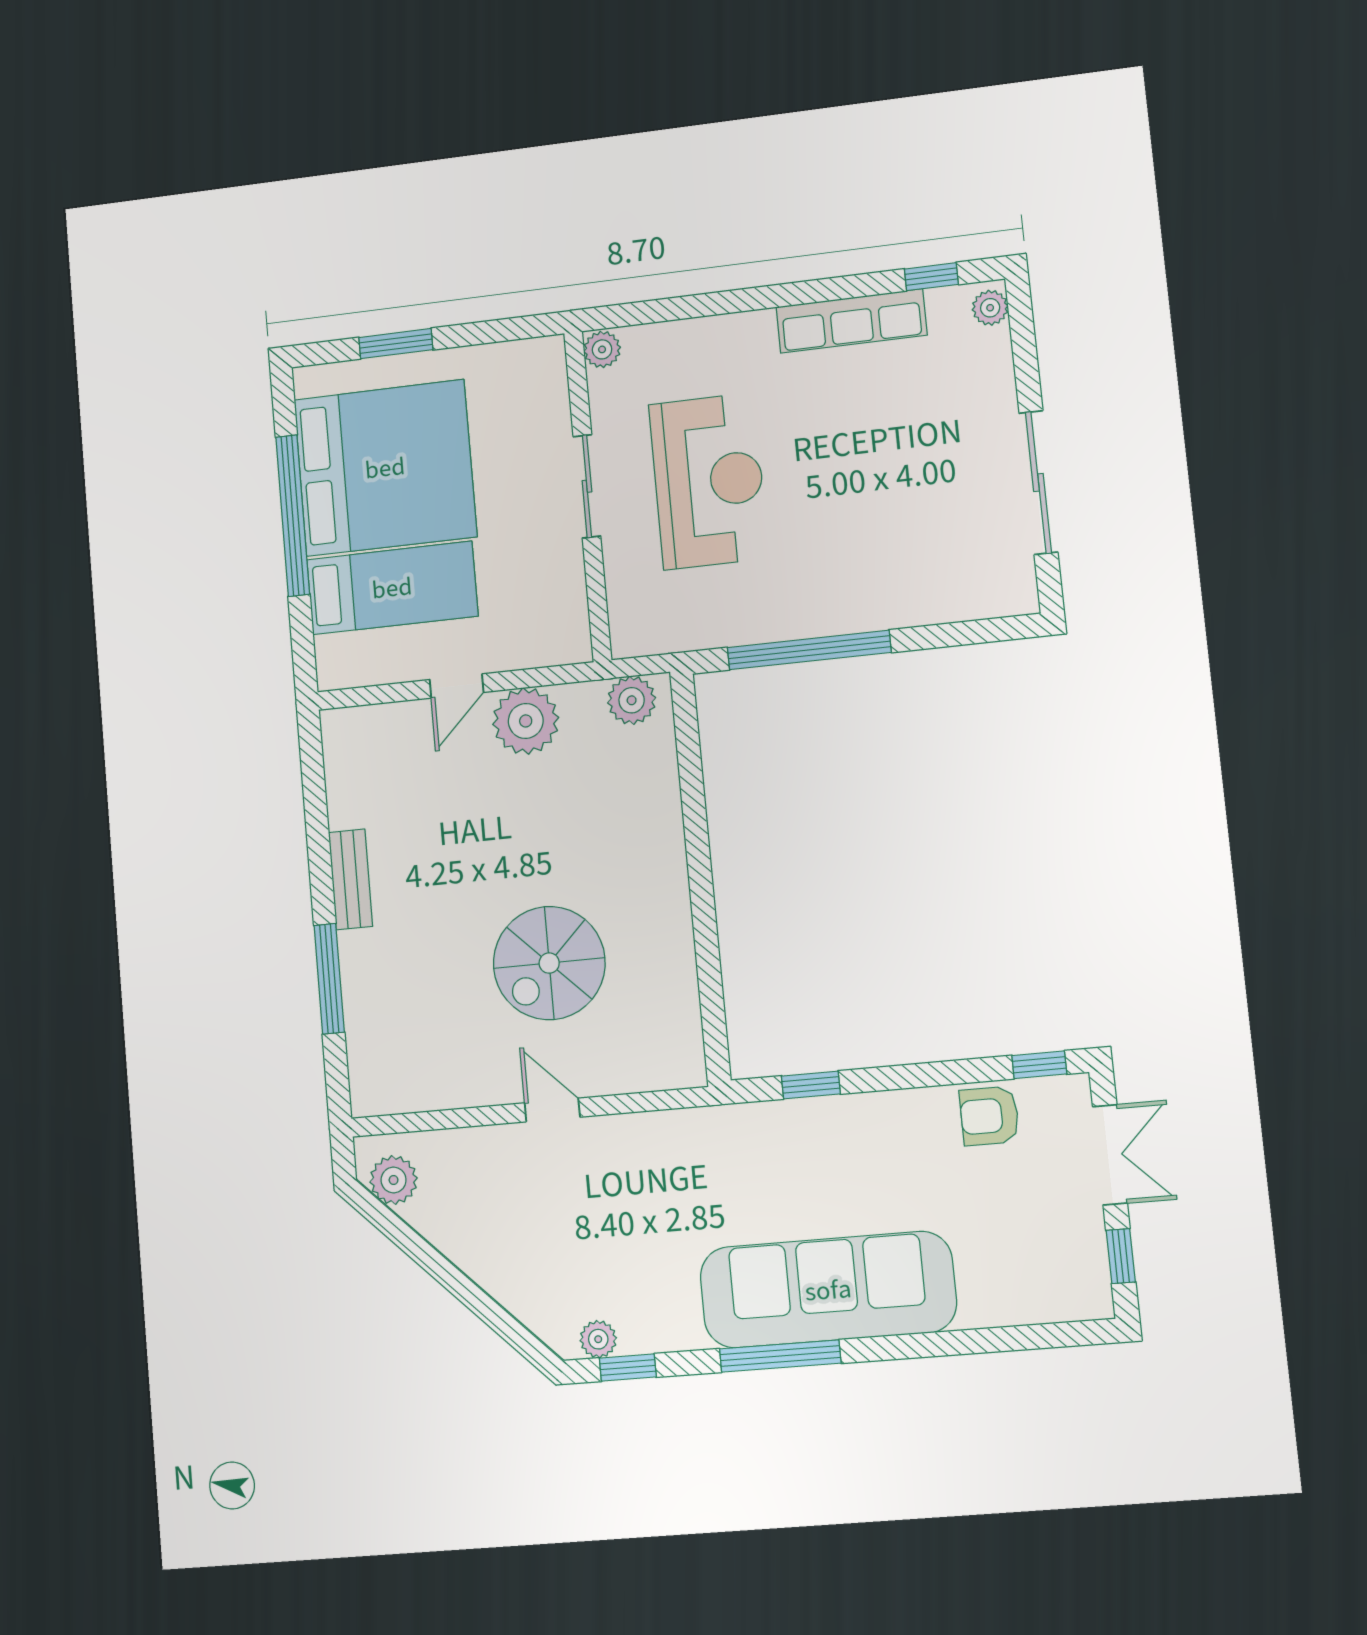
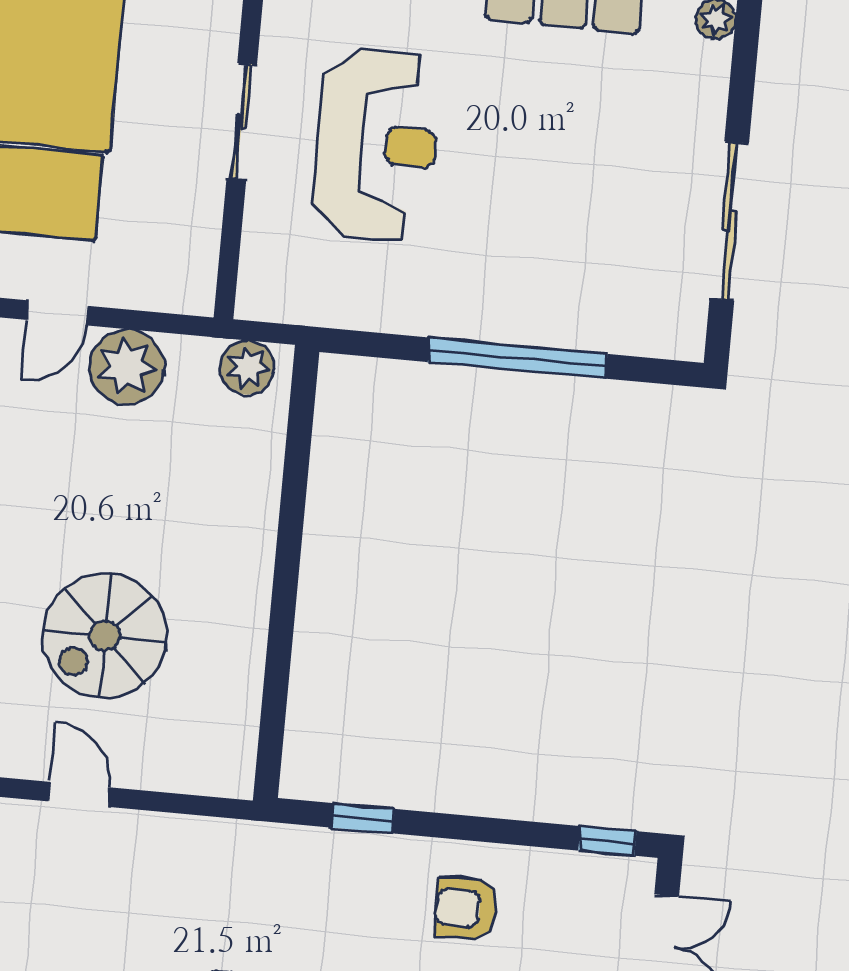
window: (809, 650) -> (518, 358), moved
armchair: (989, 1116) -> (466, 909), moved

